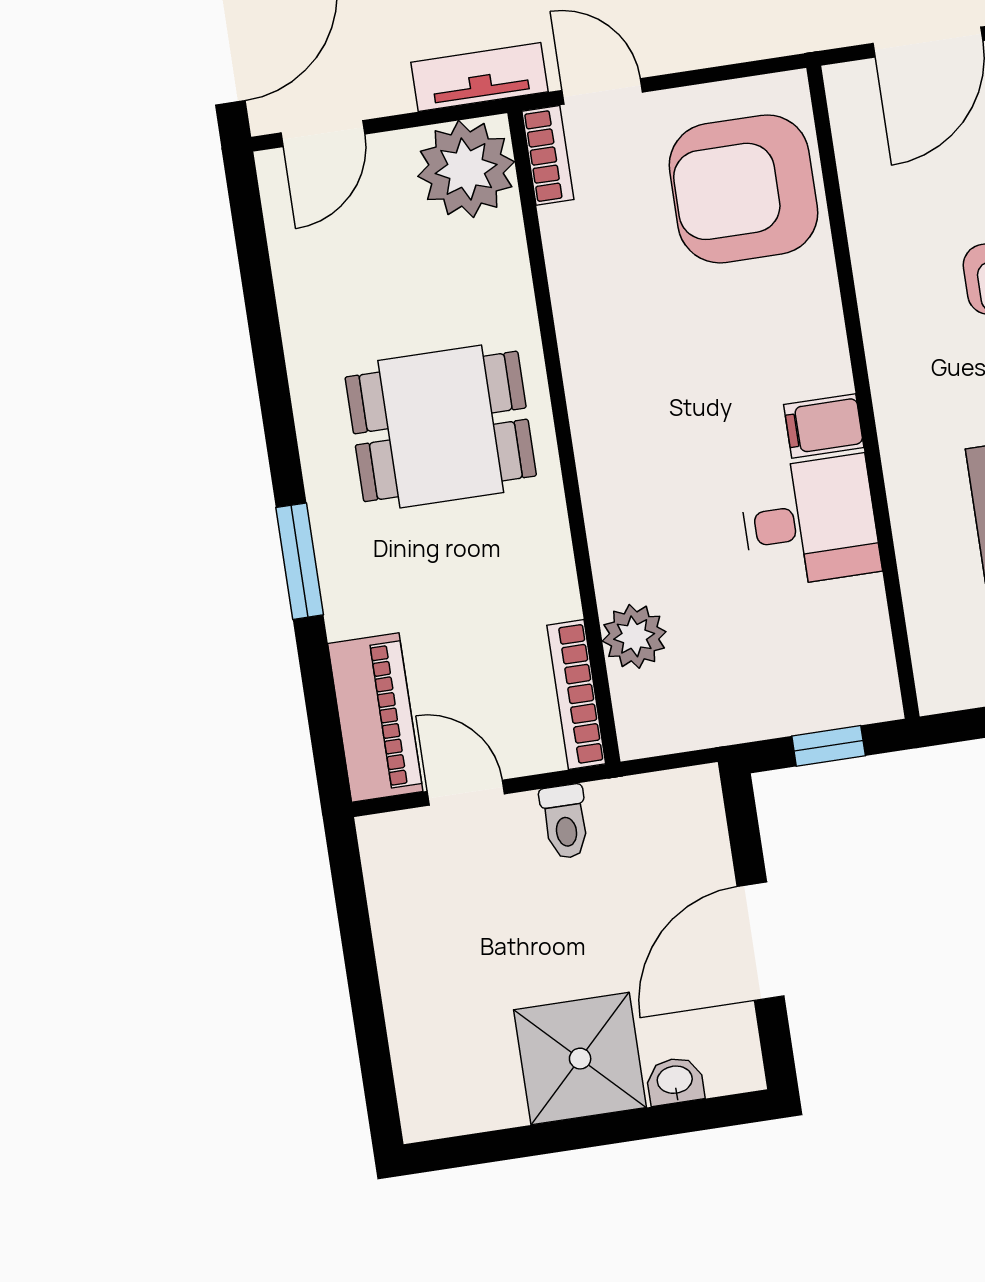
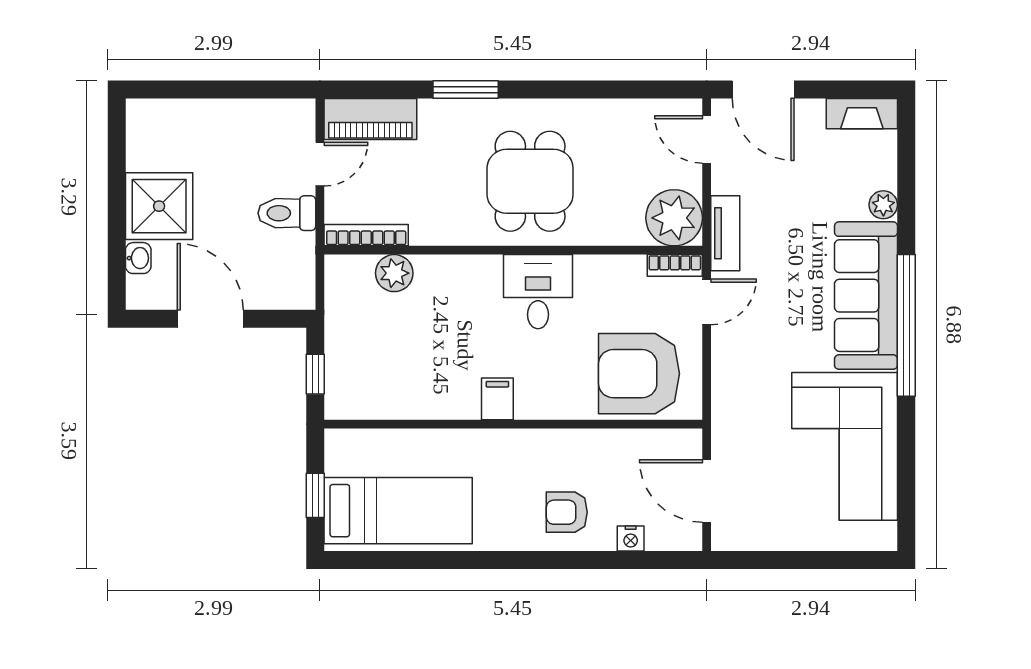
armchair: (743, 189) -> (639, 374), turned -90
desk: (810, 521) -> (538, 292), moved, turned 180
toilet: (565, 822) -> (287, 213), width x1.37, depth x1.39

